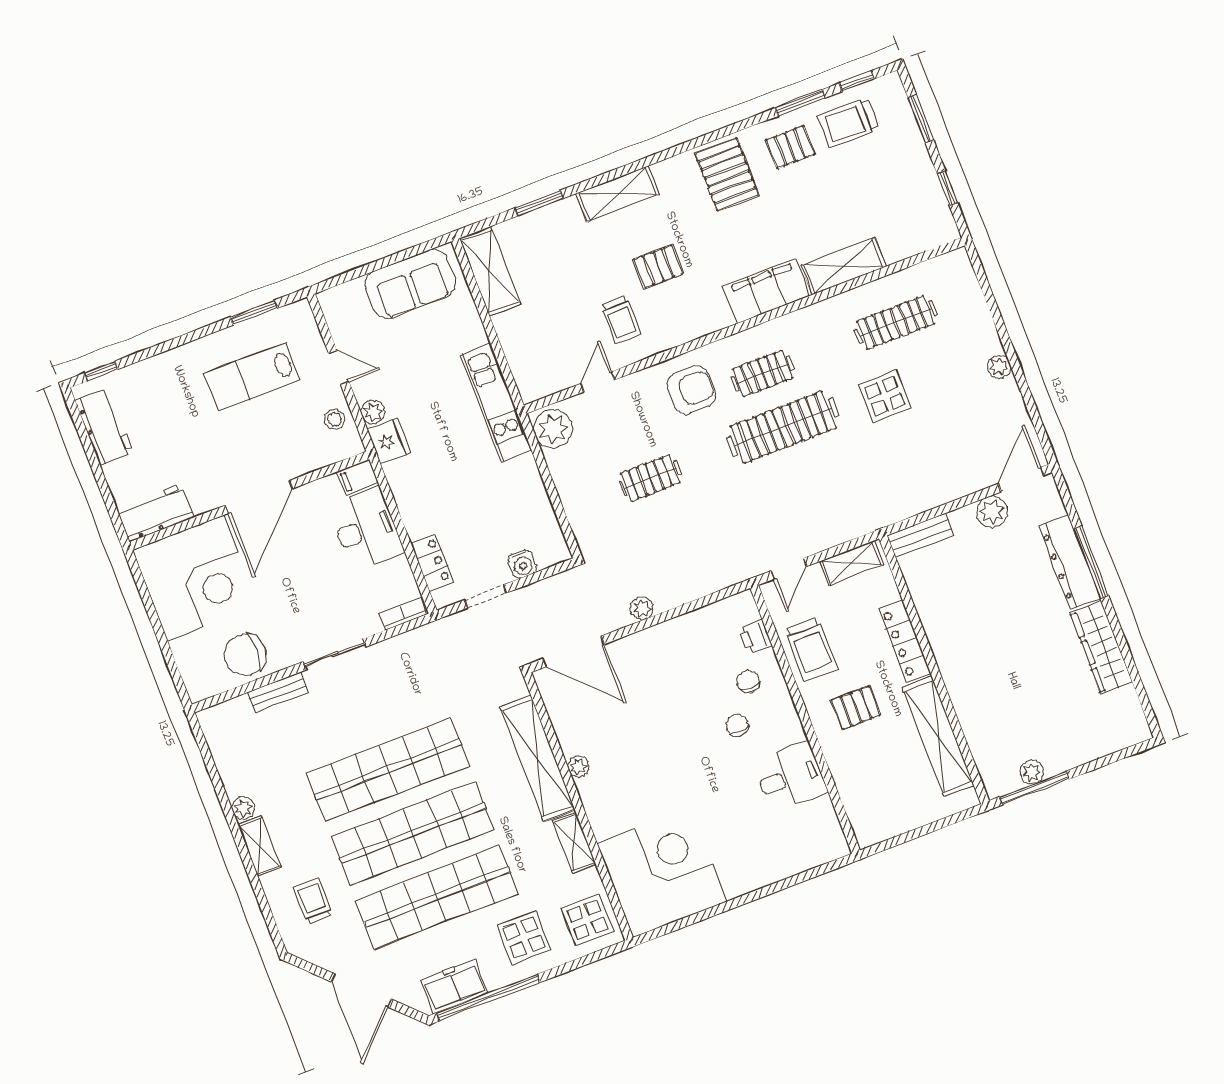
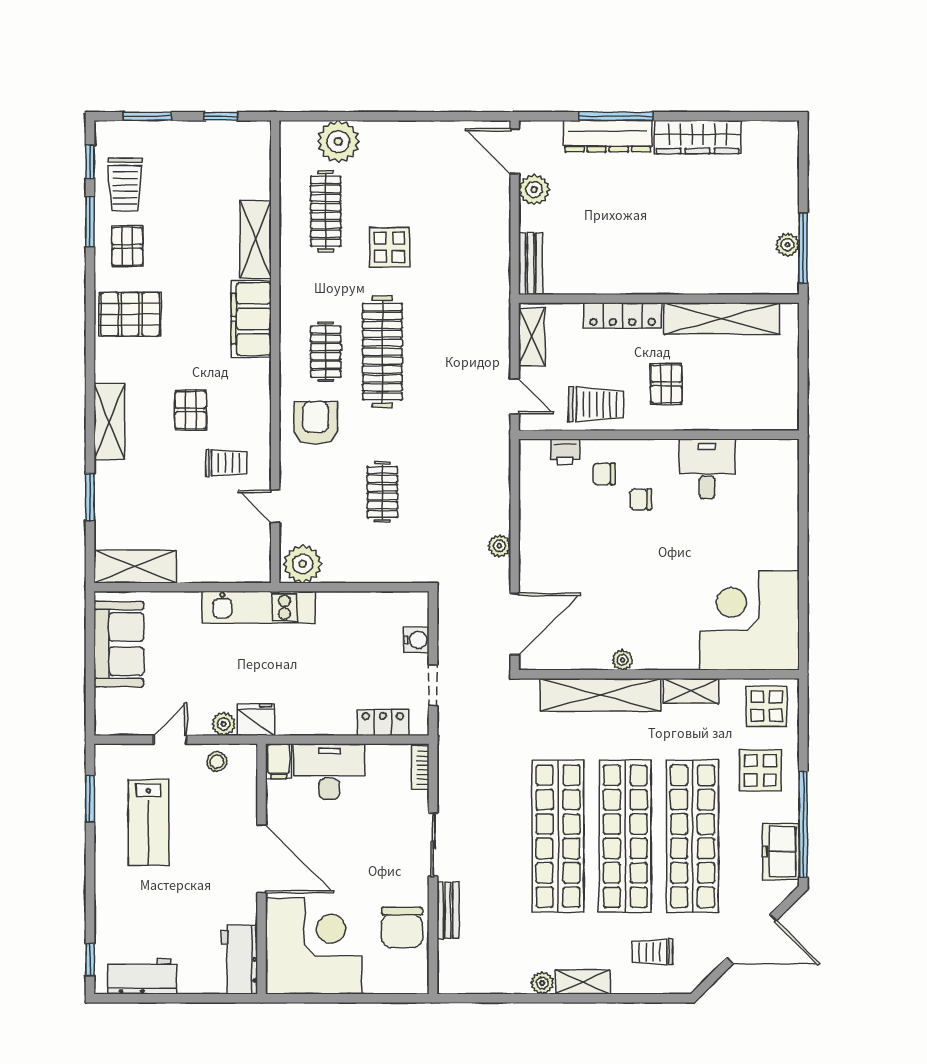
plant: (999, 367) -> (338, 141), moved, width x1.87, depth x1.87

